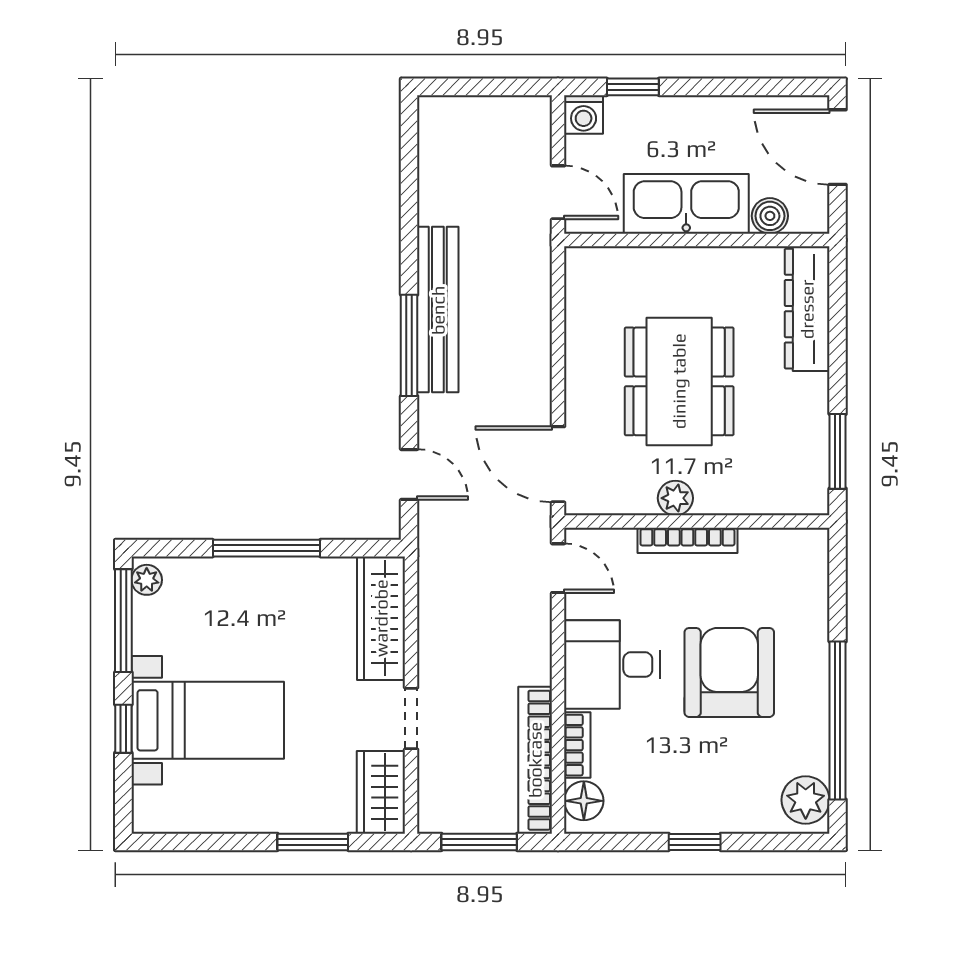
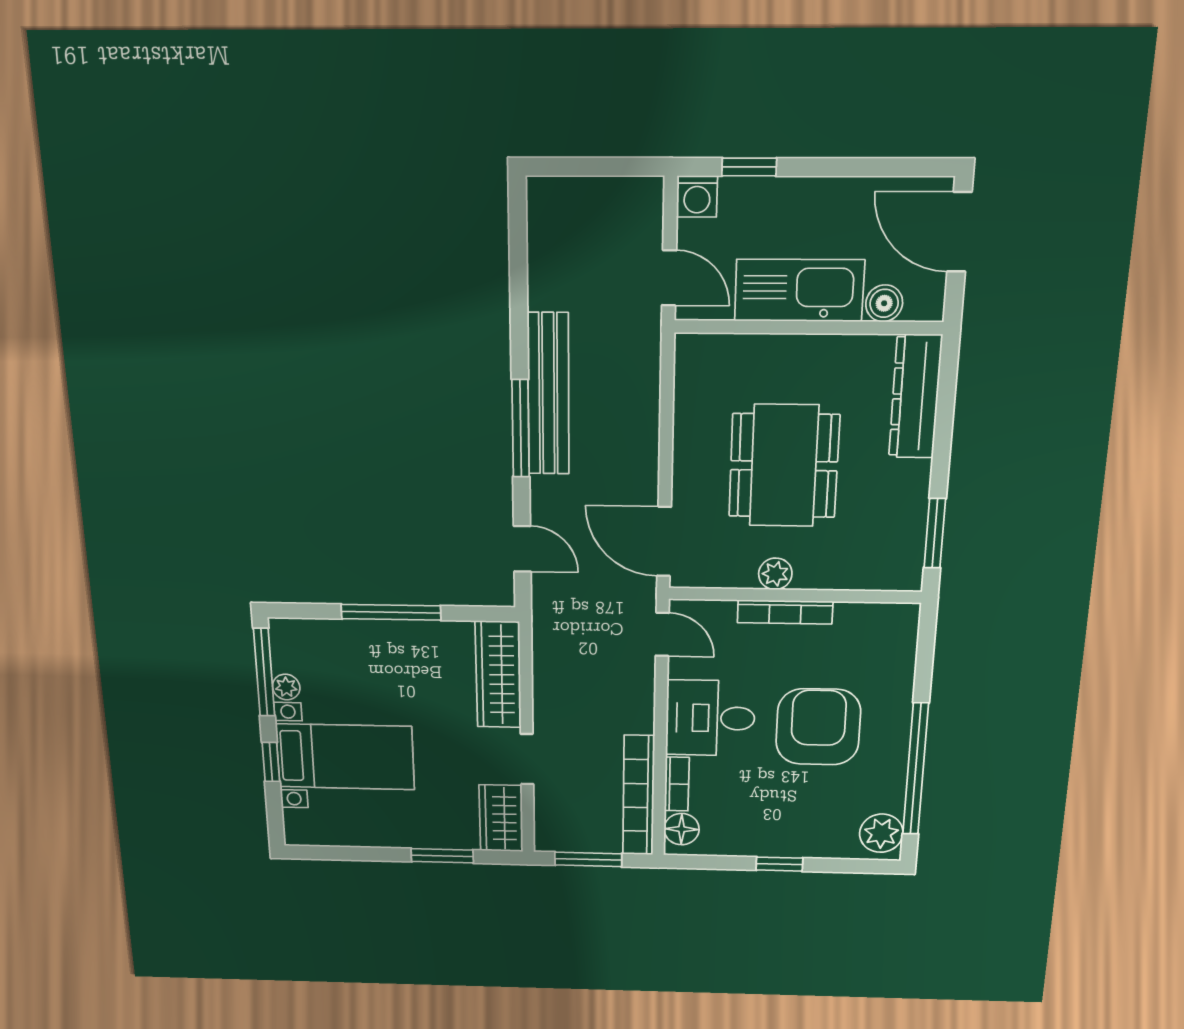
plant: (147, 580) -> (286, 687), moved

